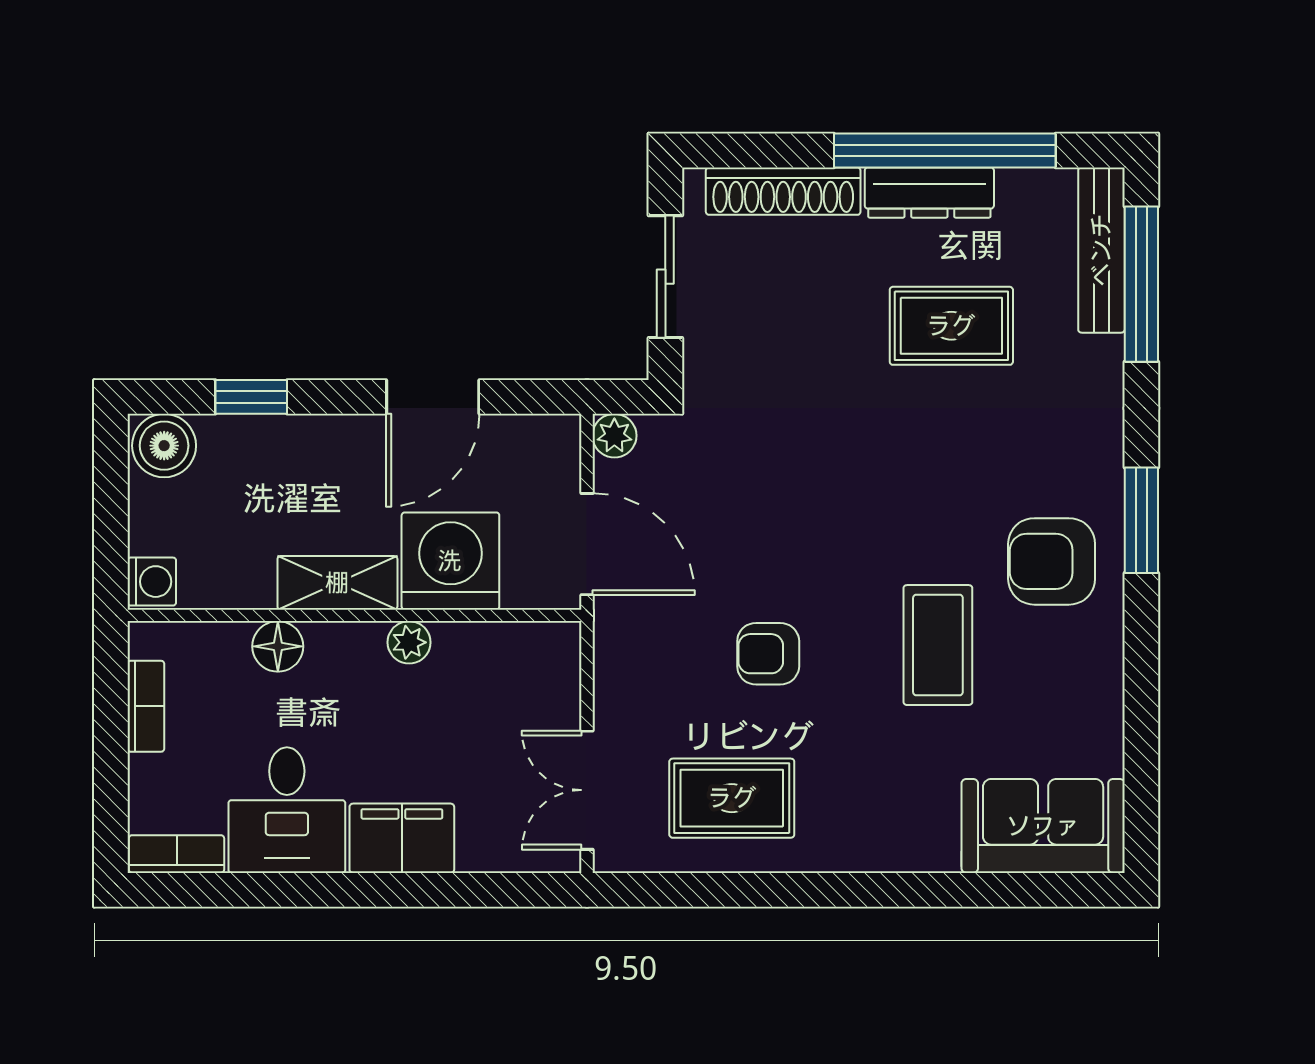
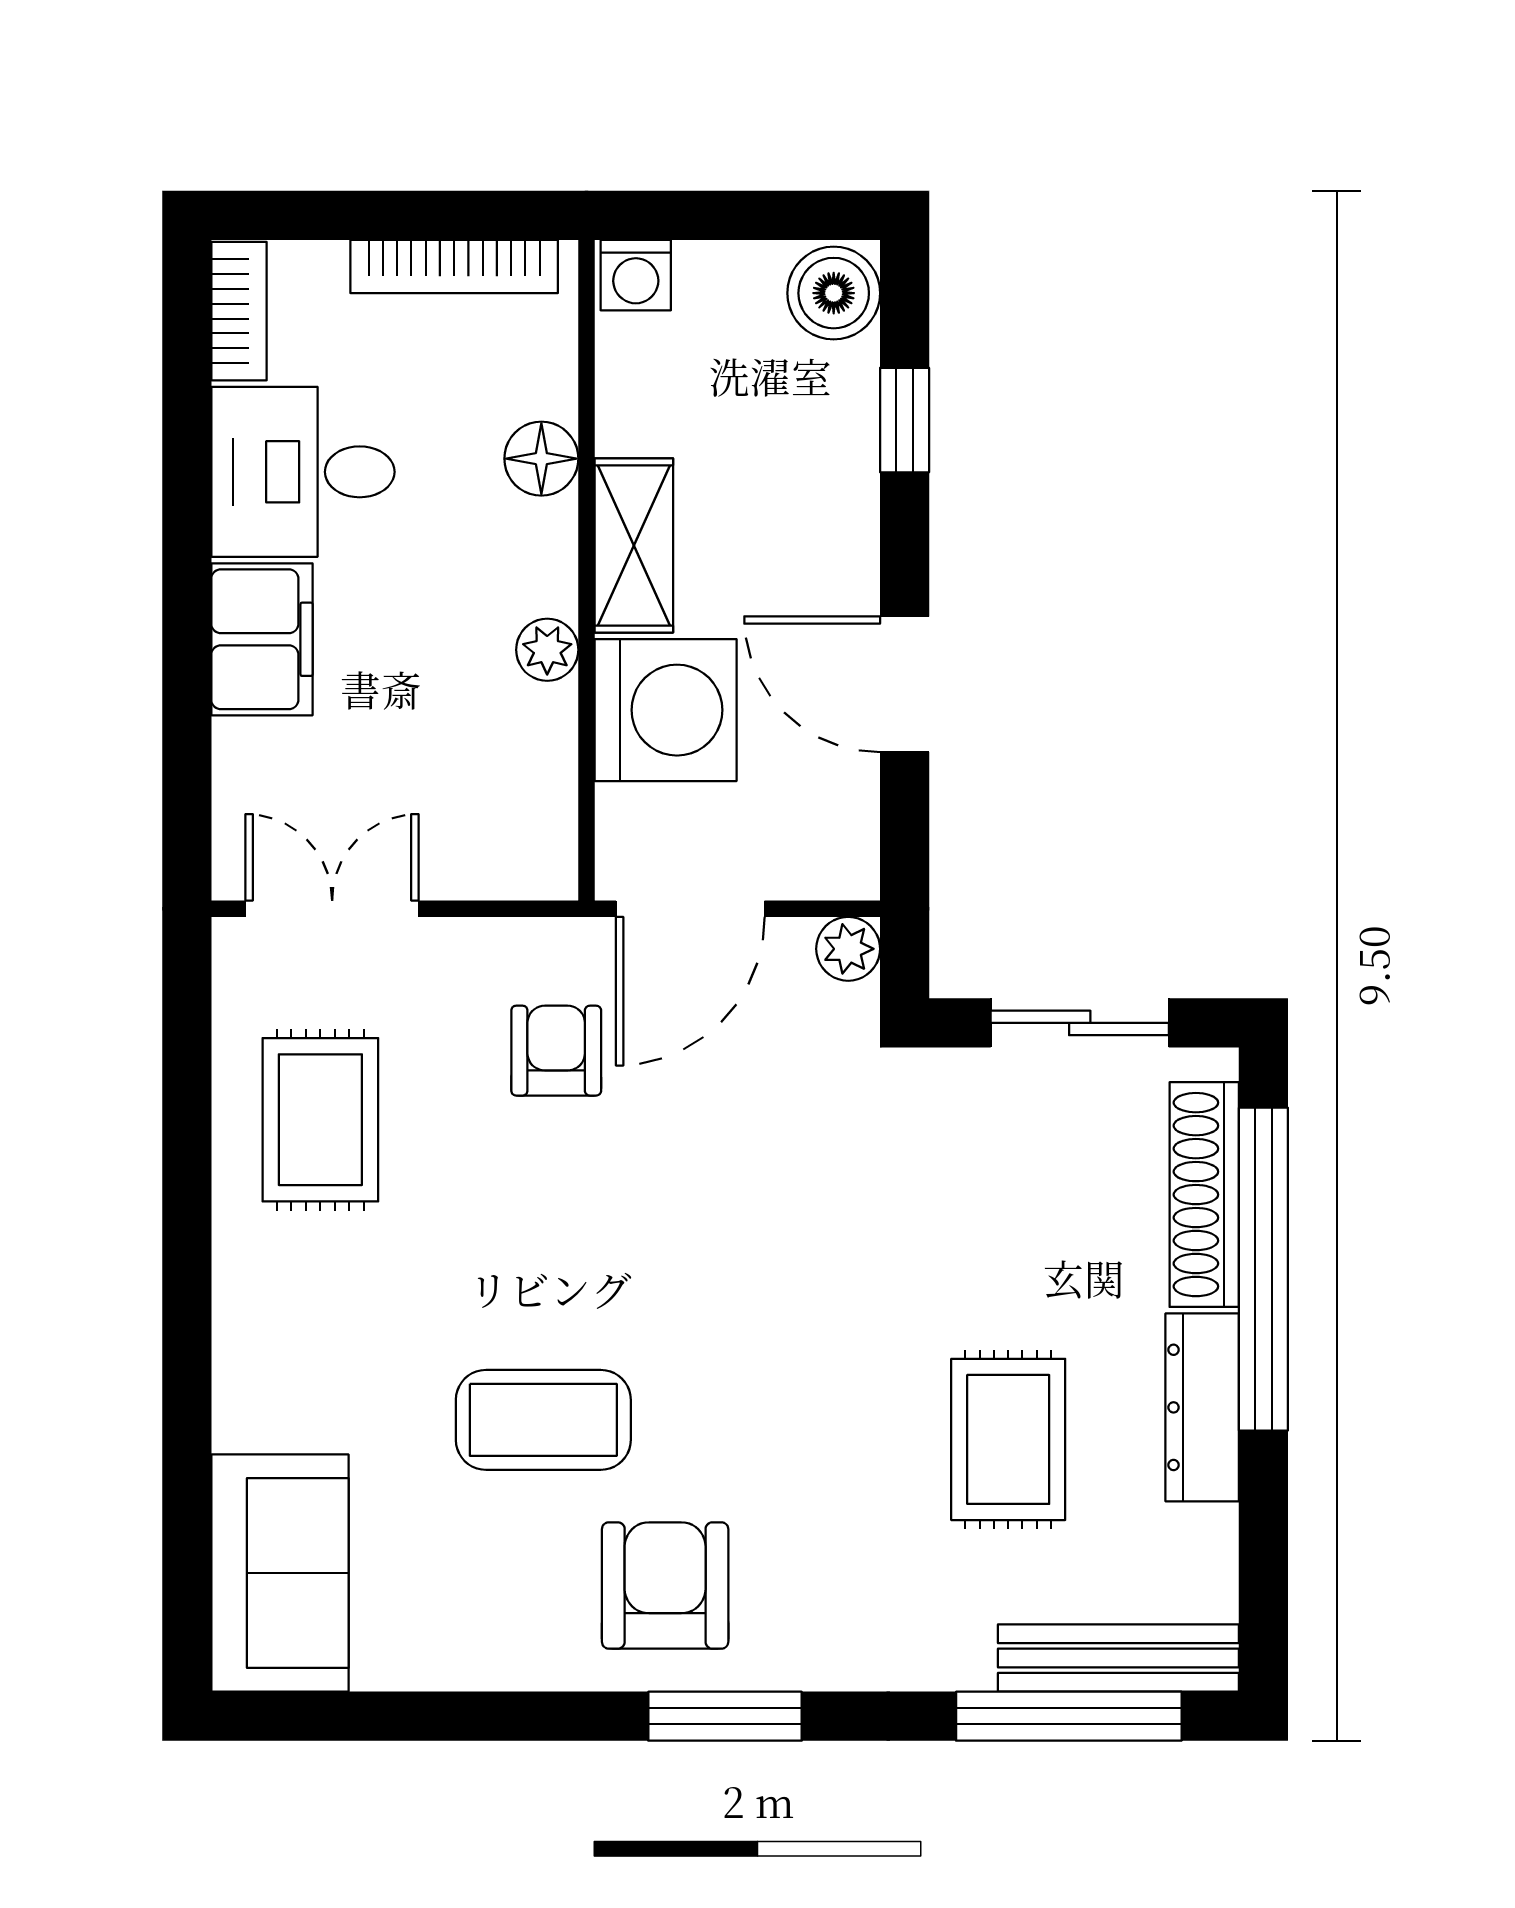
window: (945, 150) -> (1263, 1269), moved
armchair: (768, 654) -> (556, 1051), moved
bookcase: (146, 706) -> (454, 267), width x1.56

